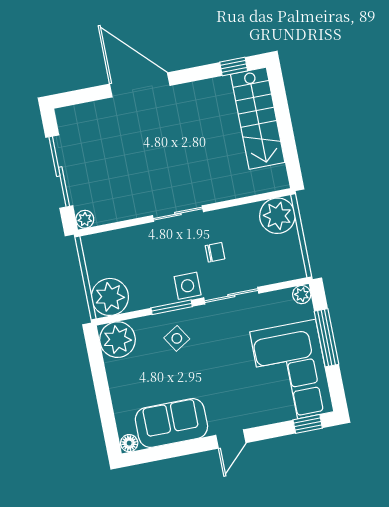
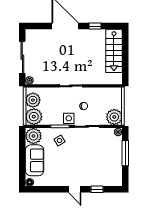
window: (234, 66) -> (95, 26), moved
plant: (277, 216) -> (114, 117), moved
plant: (101, 261) -> (33, 100), added
corner sofa: (292, 372) -> (107, 165), removed
sofa: (171, 423) -> (35, 160), moved, turned 90
window: (308, 424) -> (97, 189), moved
door: (231, 439) -> (75, 189), hinge flipped

